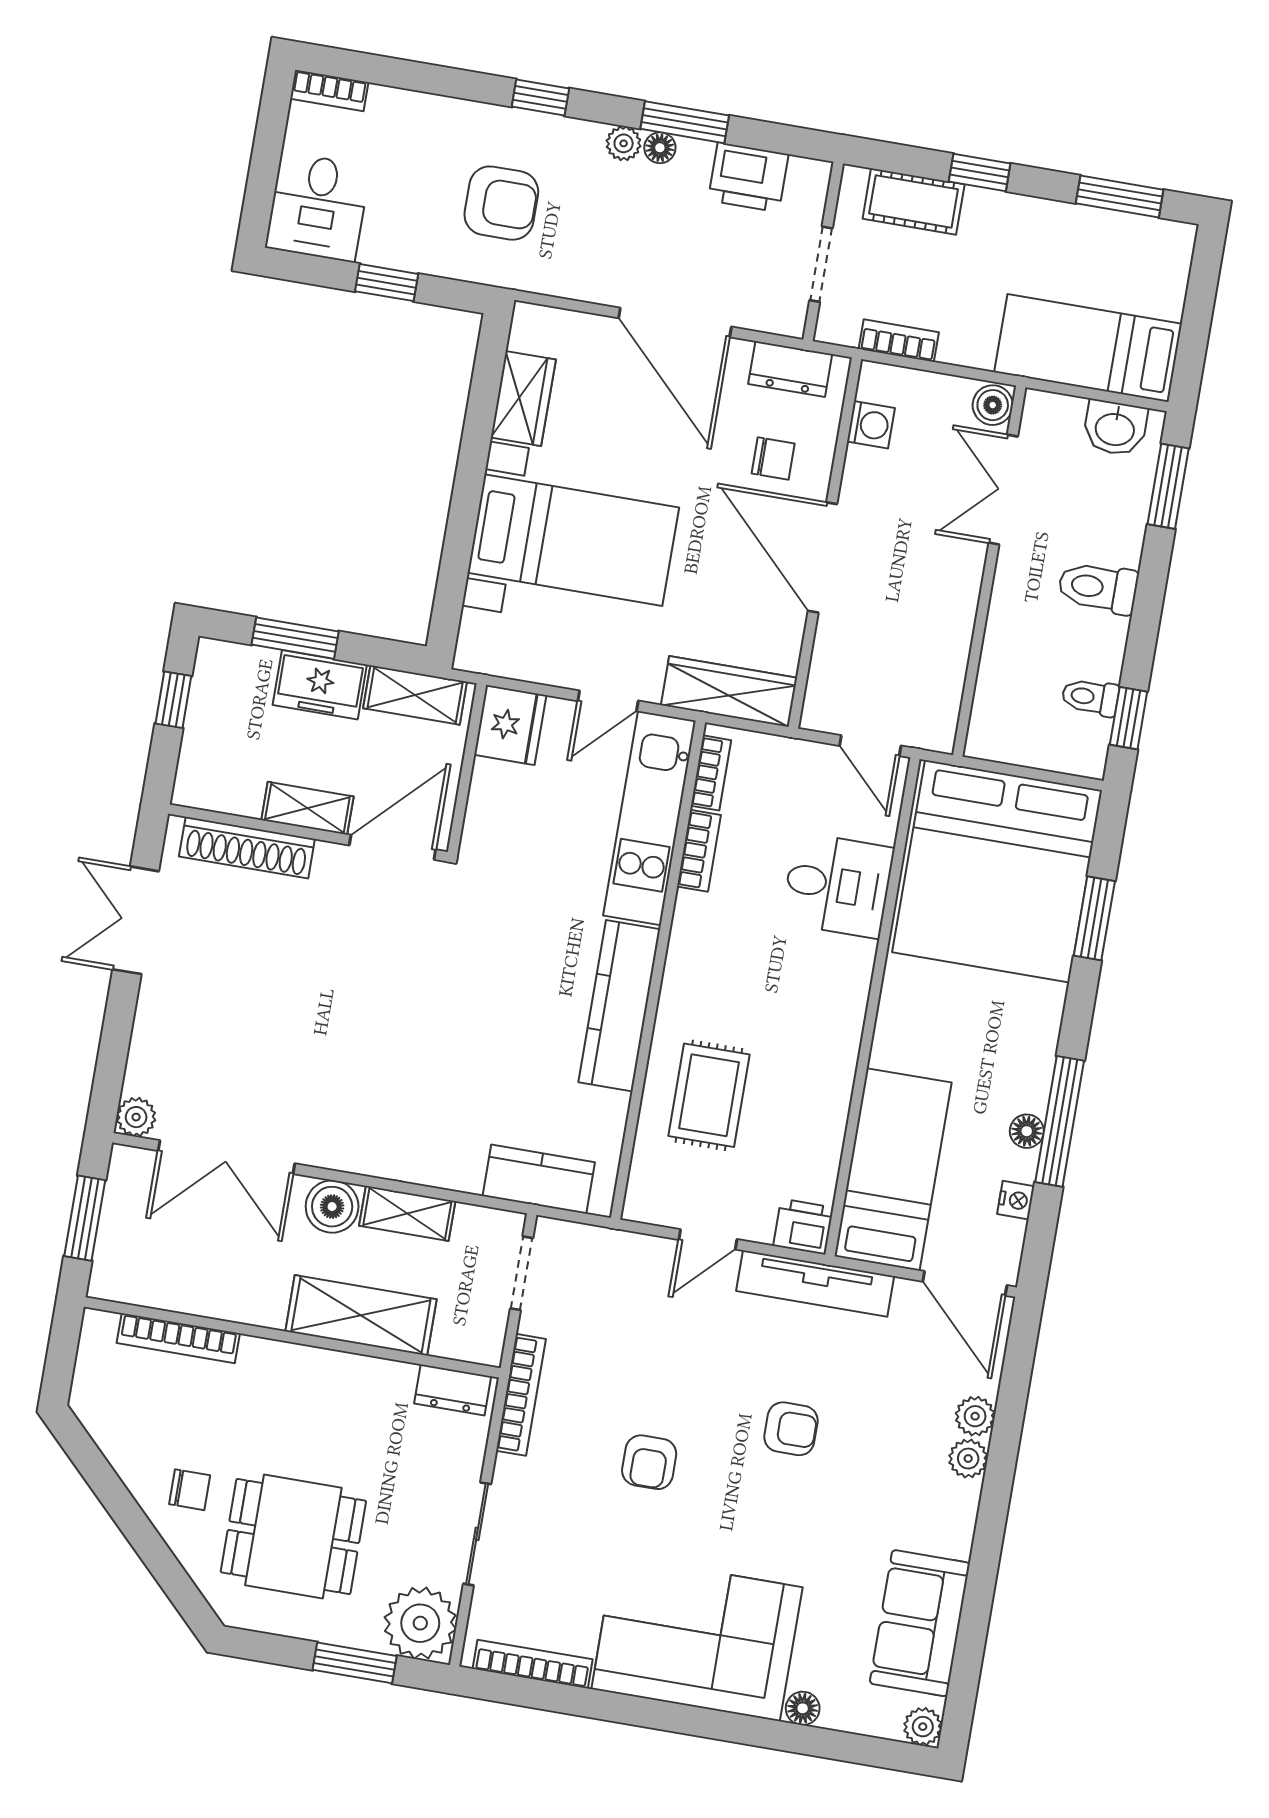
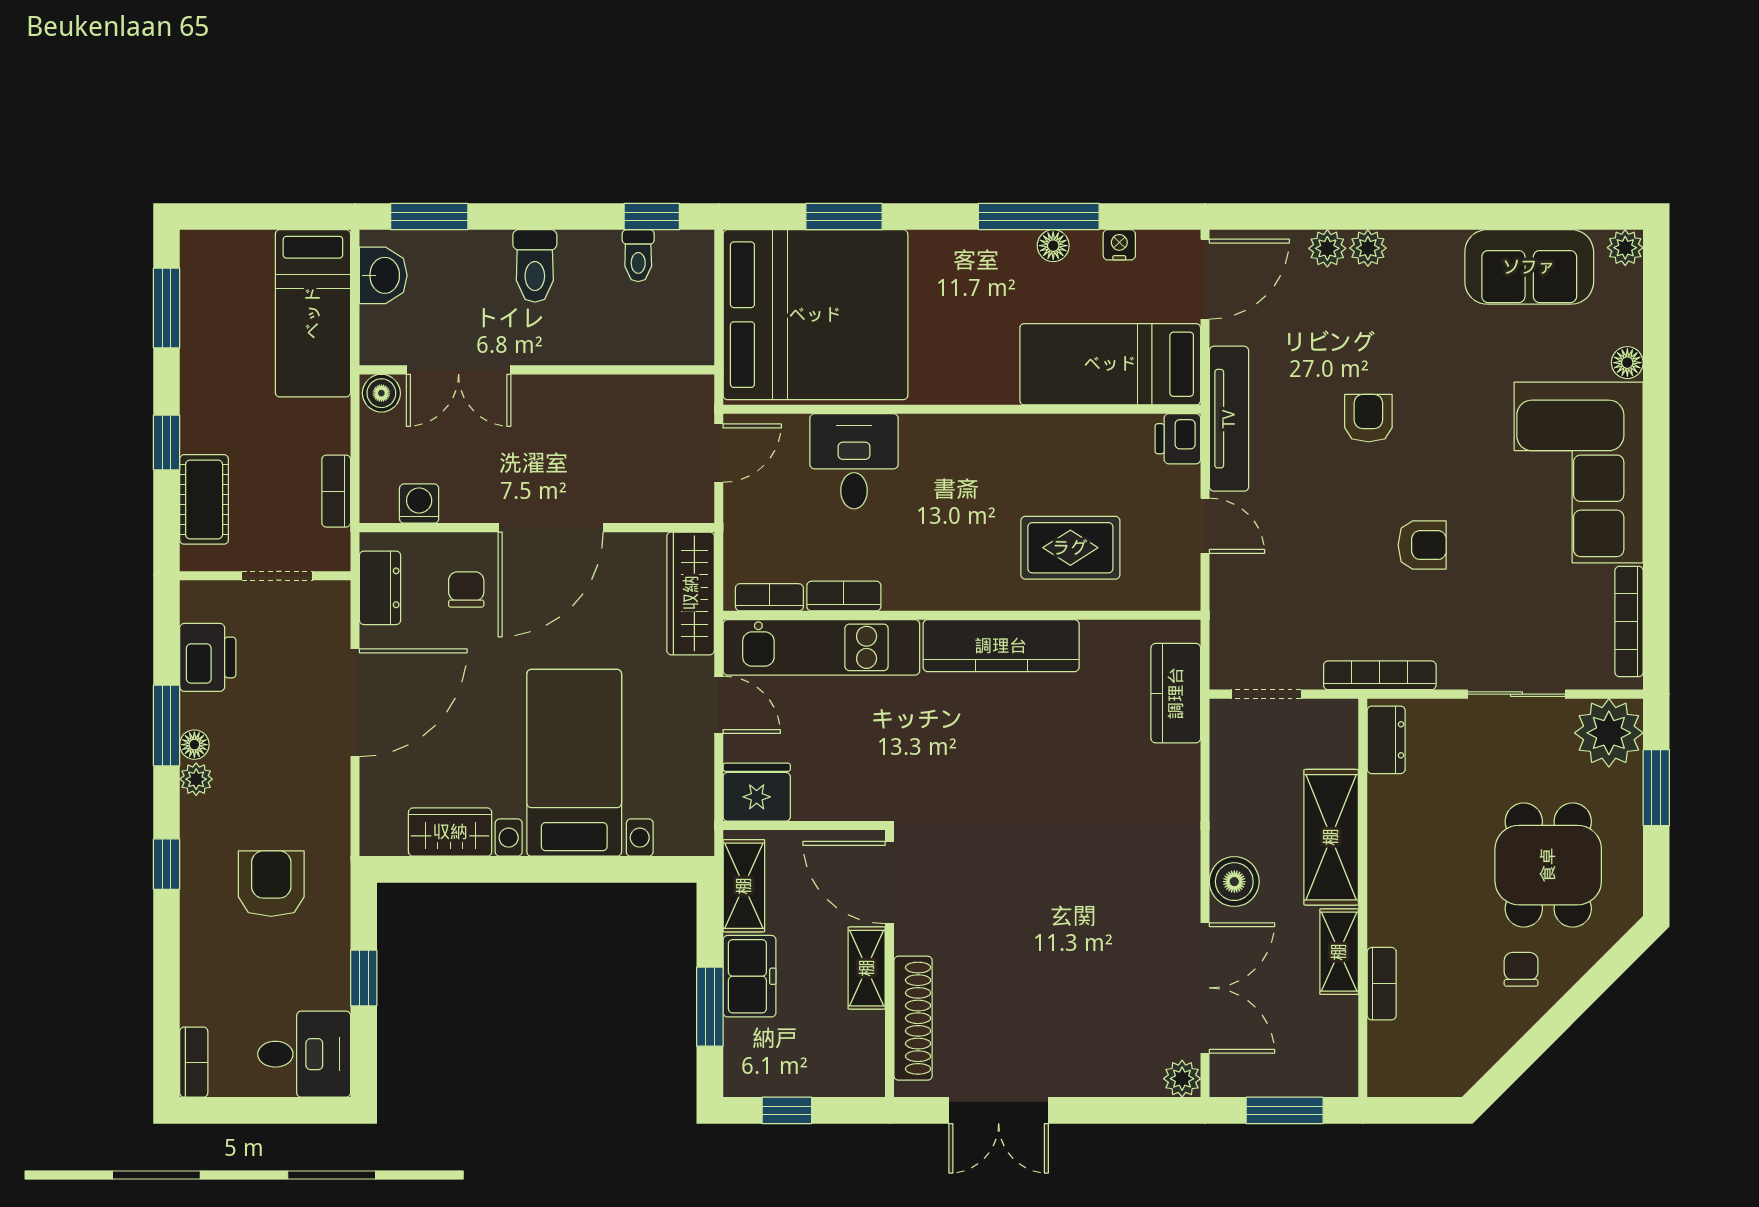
shelving: (407, 1213) -> (1339, 952), moved
bookcase: (178, 1338) -> (1382, 984), width x0.64

